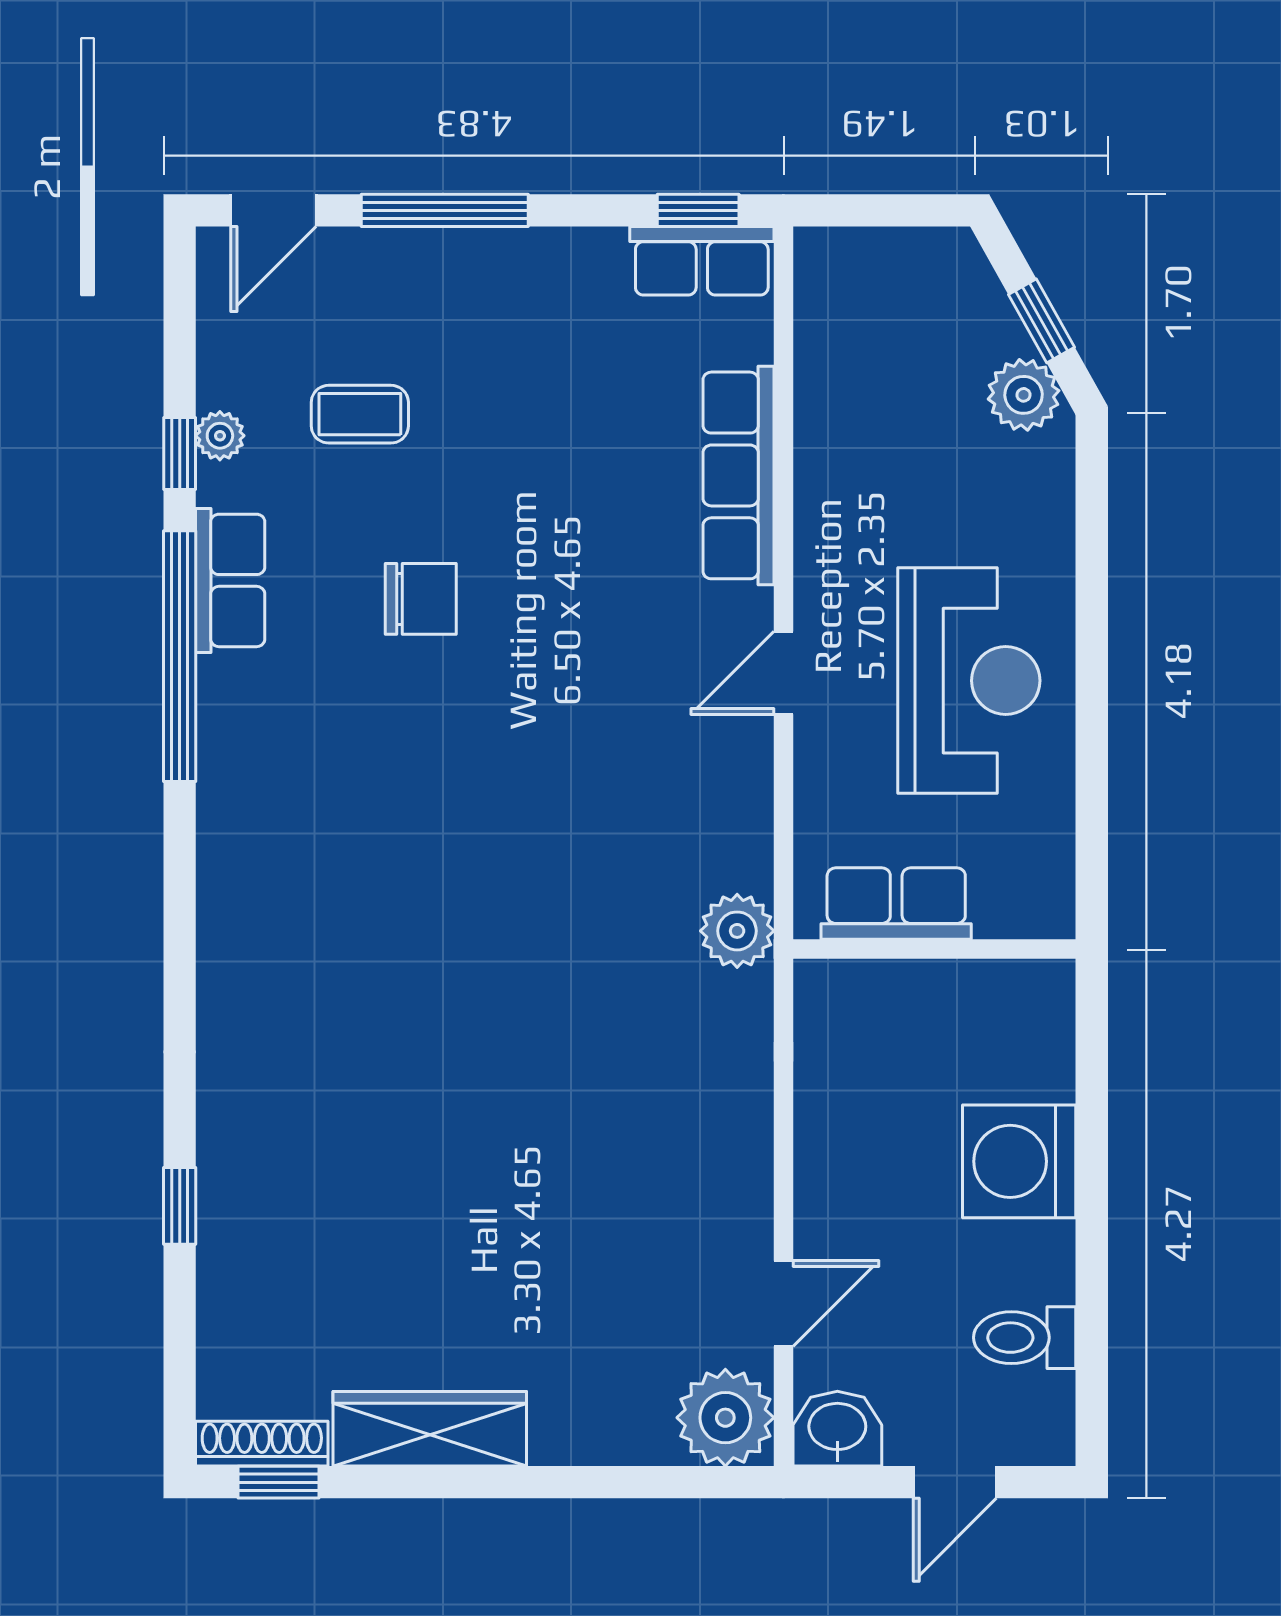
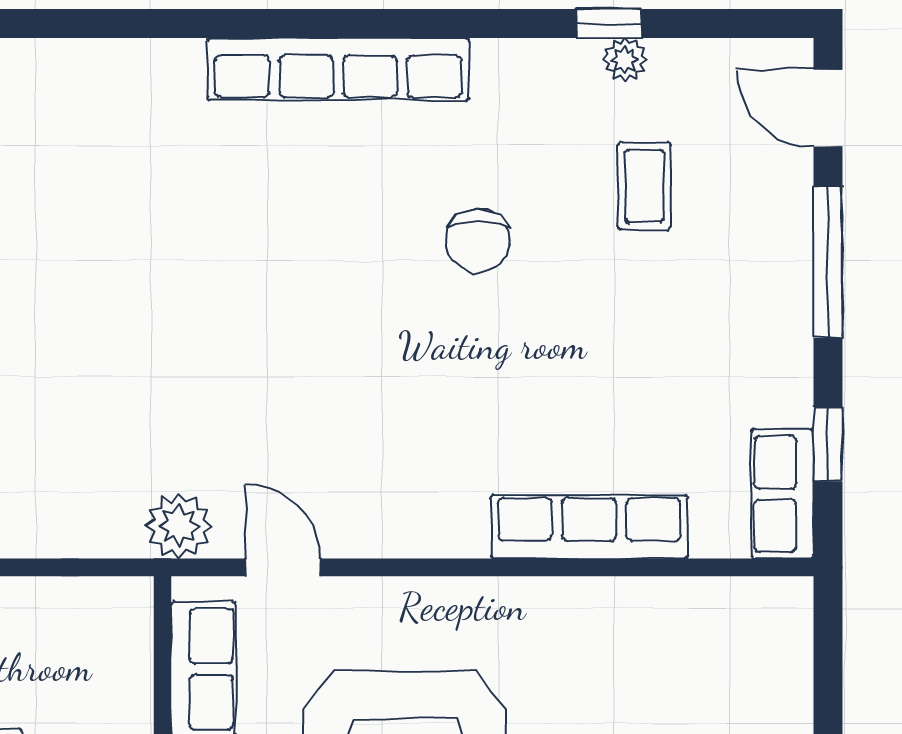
window: (698, 210) -> (828, 444), moved
row of seats: (230, 580) -> (338, 69), moved, width x2.02
window: (180, 656) -> (426, 23), removed
door: (783, 673) -> (283, 567), moved

